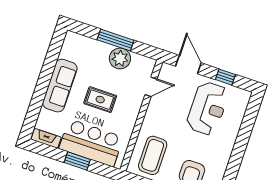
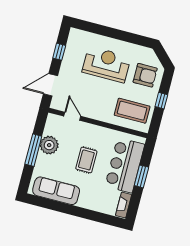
sofa: (60, 86) -> (56, 191), moved
reception desk: (208, 108) -> (106, 64), moved

